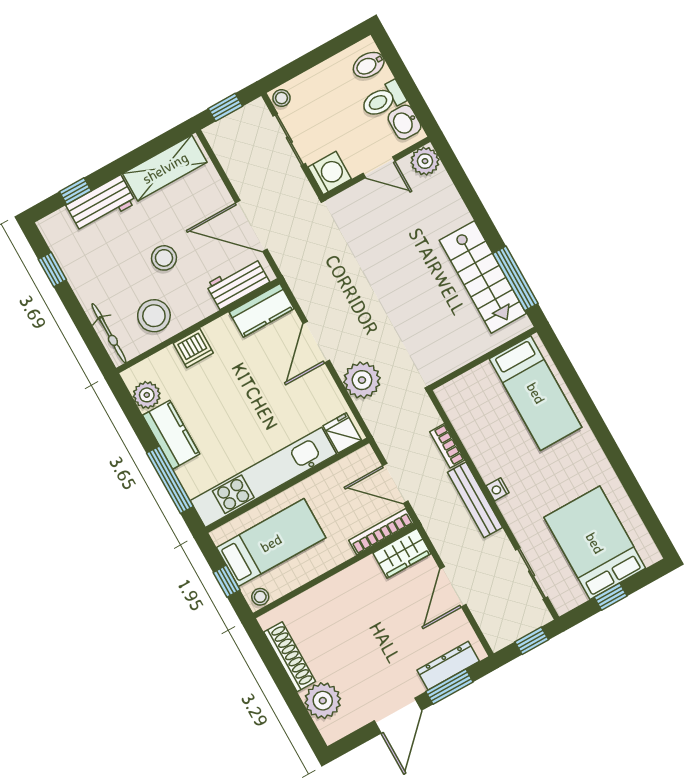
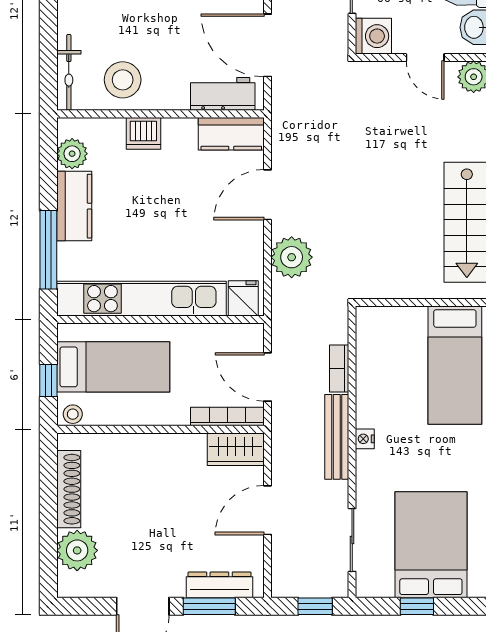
stool: (164, 258) -> (164, 29), removed

